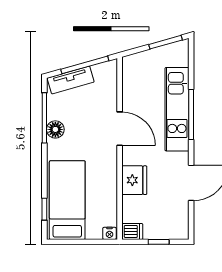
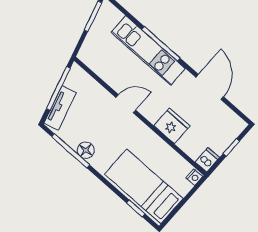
door: (120, 129) -> (126, 104), width x0.73

